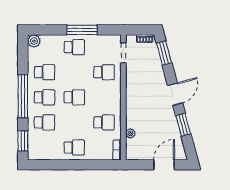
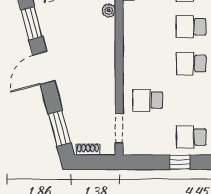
window: (82, 30) -> (180, 162), width x0.46
school desk: (104, 122) -> (191, 27), moved

